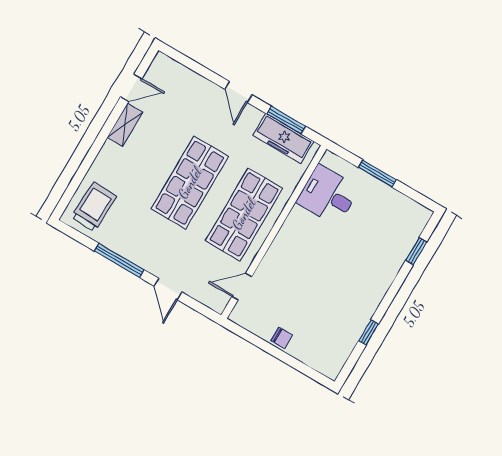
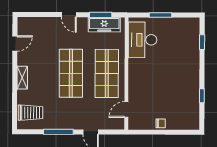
shelving: (125, 125) -> (22, 78), moved
desk: (328, 195) -> (143, 40), width x1.37
trolley: (94, 207) -> (31, 113), turned 88

